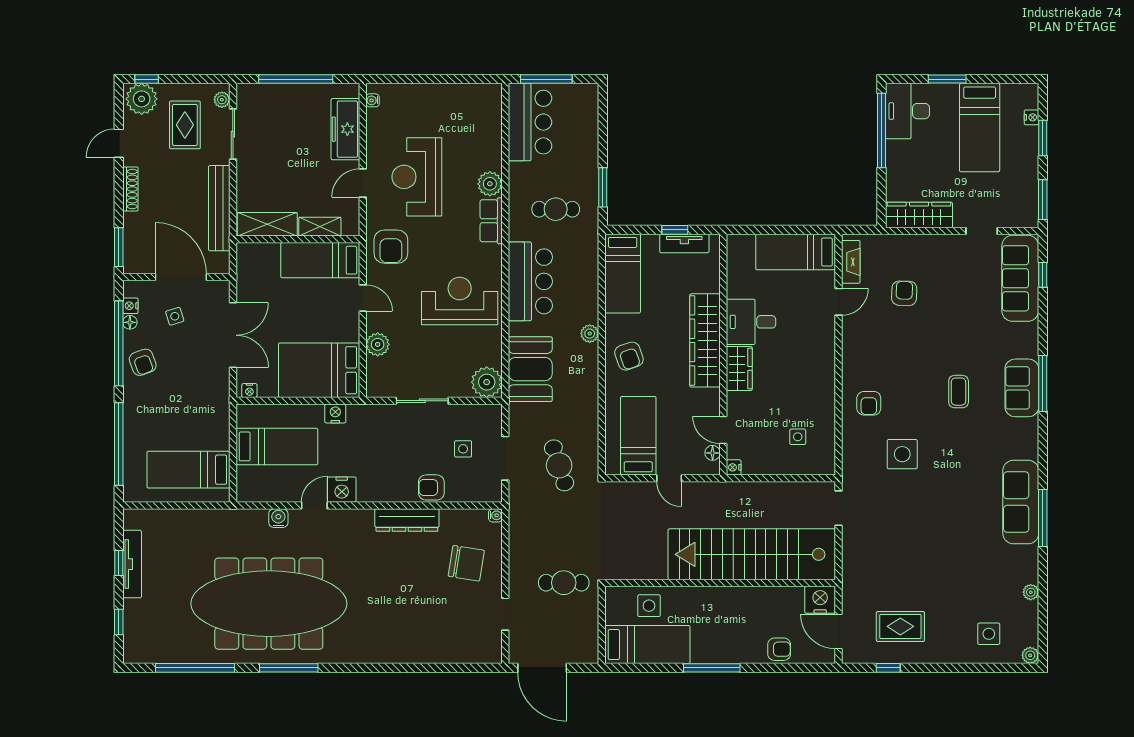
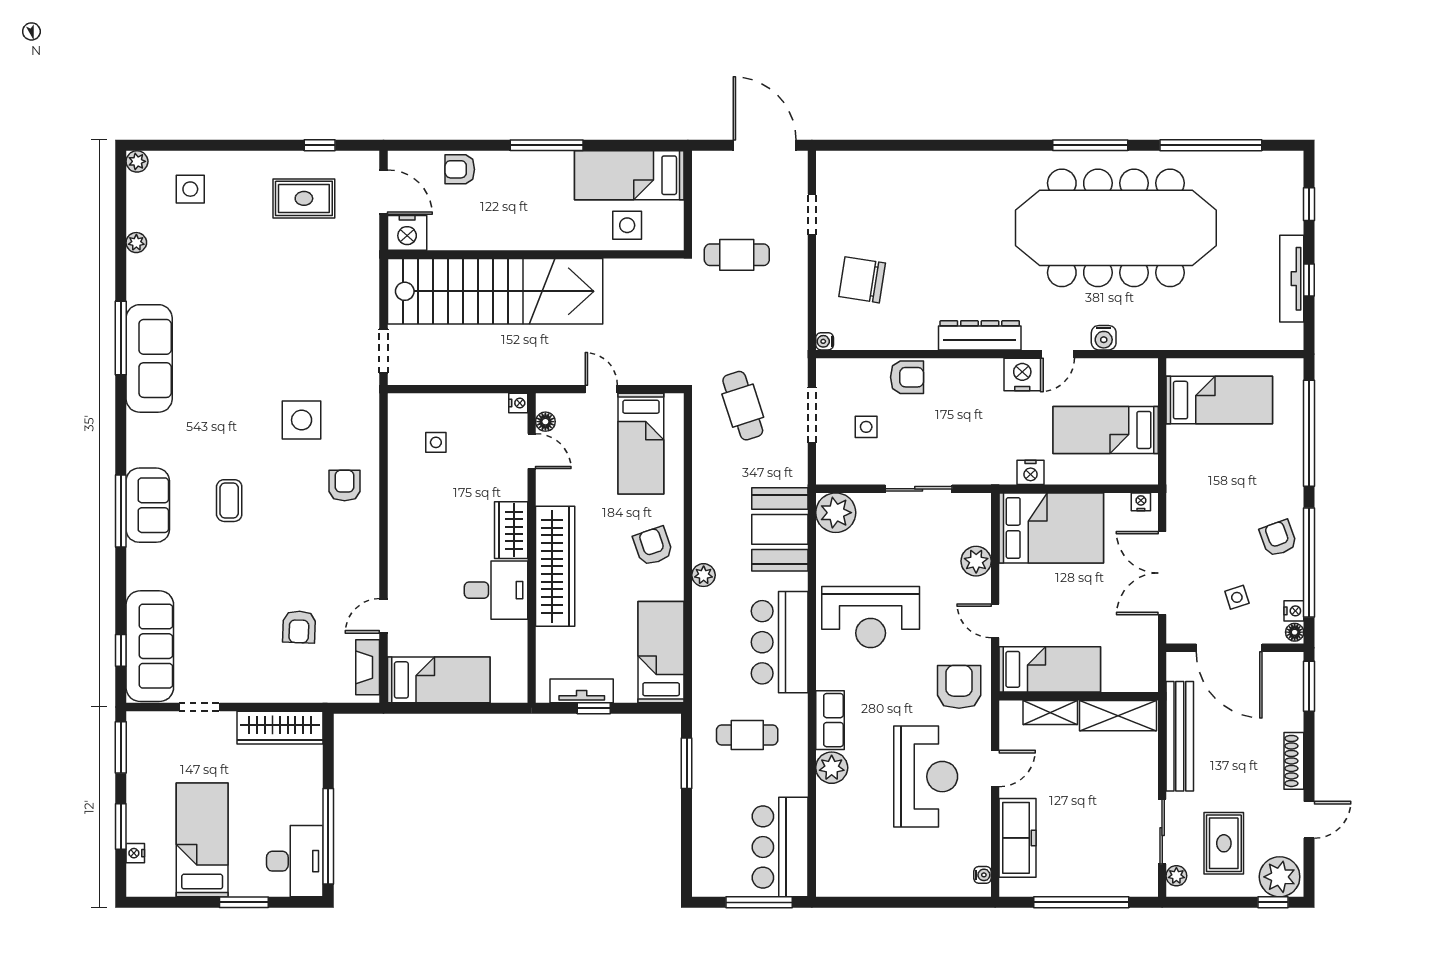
floor lamp: (130, 322) -> (1295, 632), moved
dresser: (407, 520) -> (980, 335), moved

